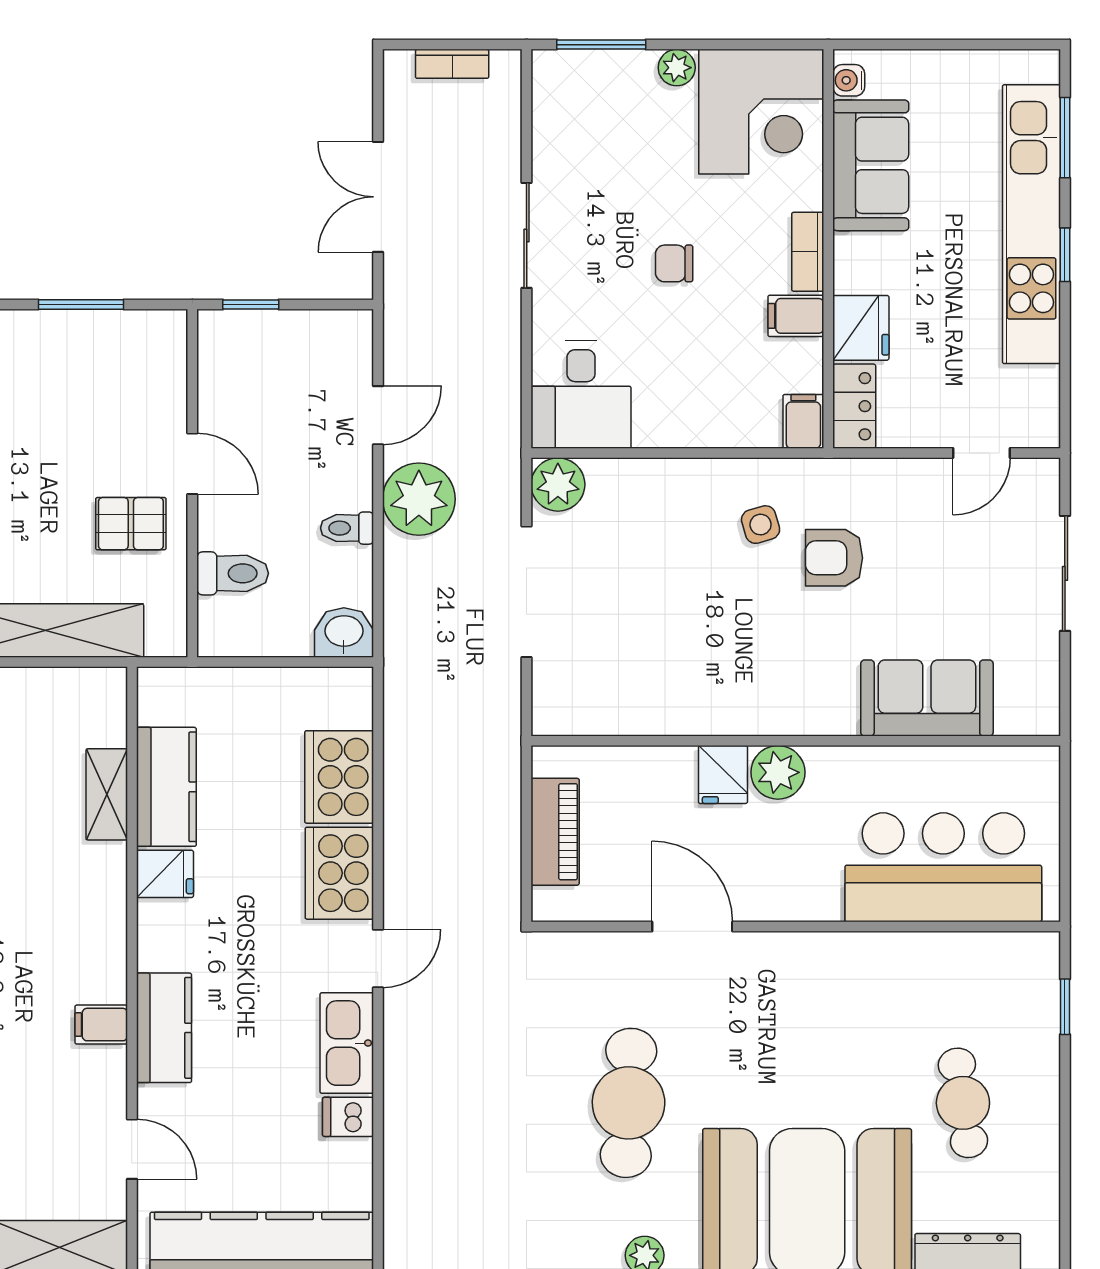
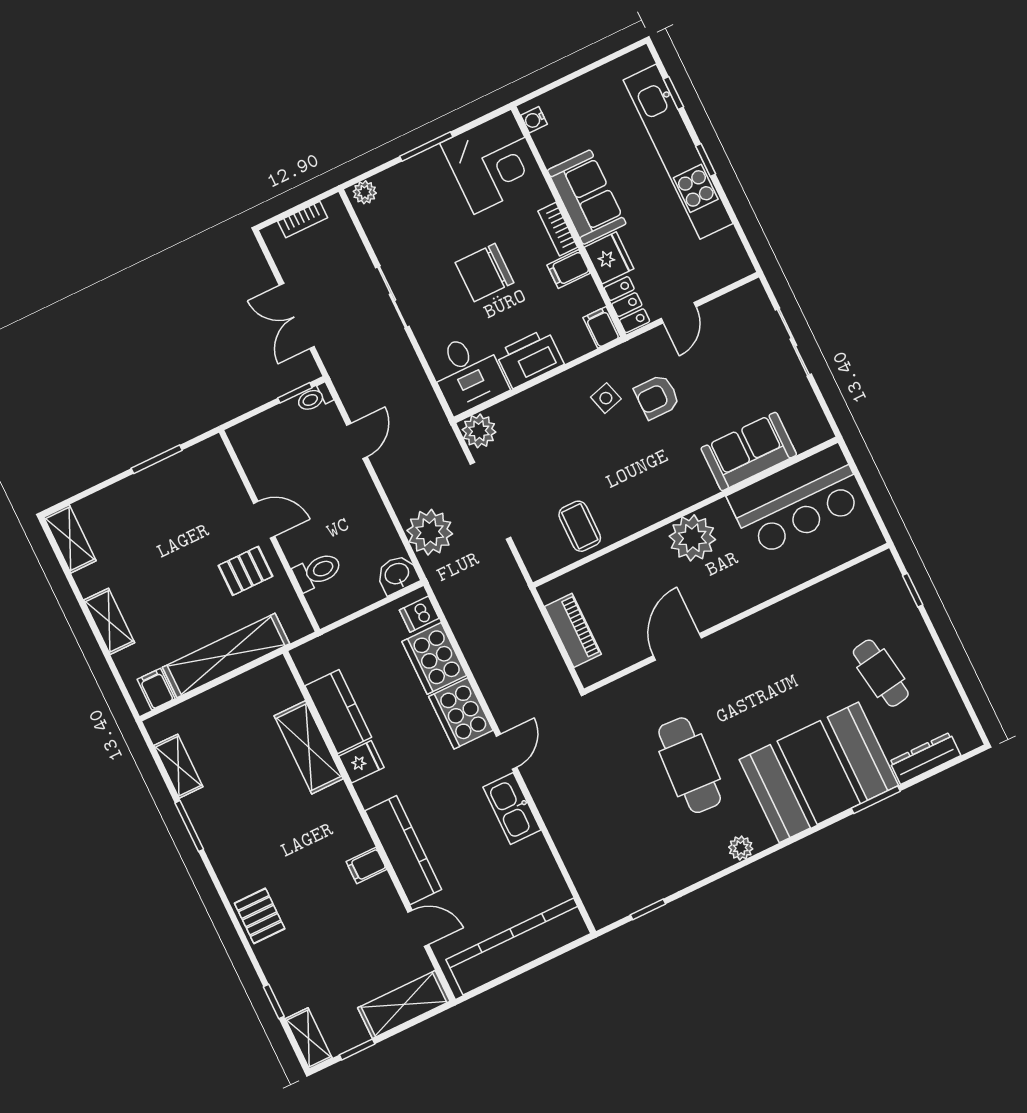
window: (601, 45) -> (426, 146), moved
plant: (677, 68) -> (365, 192), moved
window: (1065, 138) -> (673, 93), width x0.67
sofa: (871, 165) -> (587, 197), moved
chair: (674, 263) -> (485, 273), width x1.87, depth x1.87
window: (251, 305) -> (295, 393), moved
printer: (680, 416) -> (530, 358), added
door: (982, 453) -> (679, 313), moved
plant: (419, 499) -> (430, 532), moved
toilet: (347, 528) -> (314, 398), moved
coffee table: (636, 689) -> (580, 526), added
plant: (778, 772) -> (692, 538), width x1.36, depth x1.36
fridge: (723, 775) -> (653, 551), removed
shelving: (107, 794) -> (309, 747), width x1.50, depth x1.33
bar counter: (943, 867) -> (797, 500), moved, turned 180
door: (692, 926) -> (677, 647), hinge flipped
kitchen counter: (164, 1028) -> (403, 850), width x1.50
dishwasher: (348, 1117) -> (419, 614), moved

